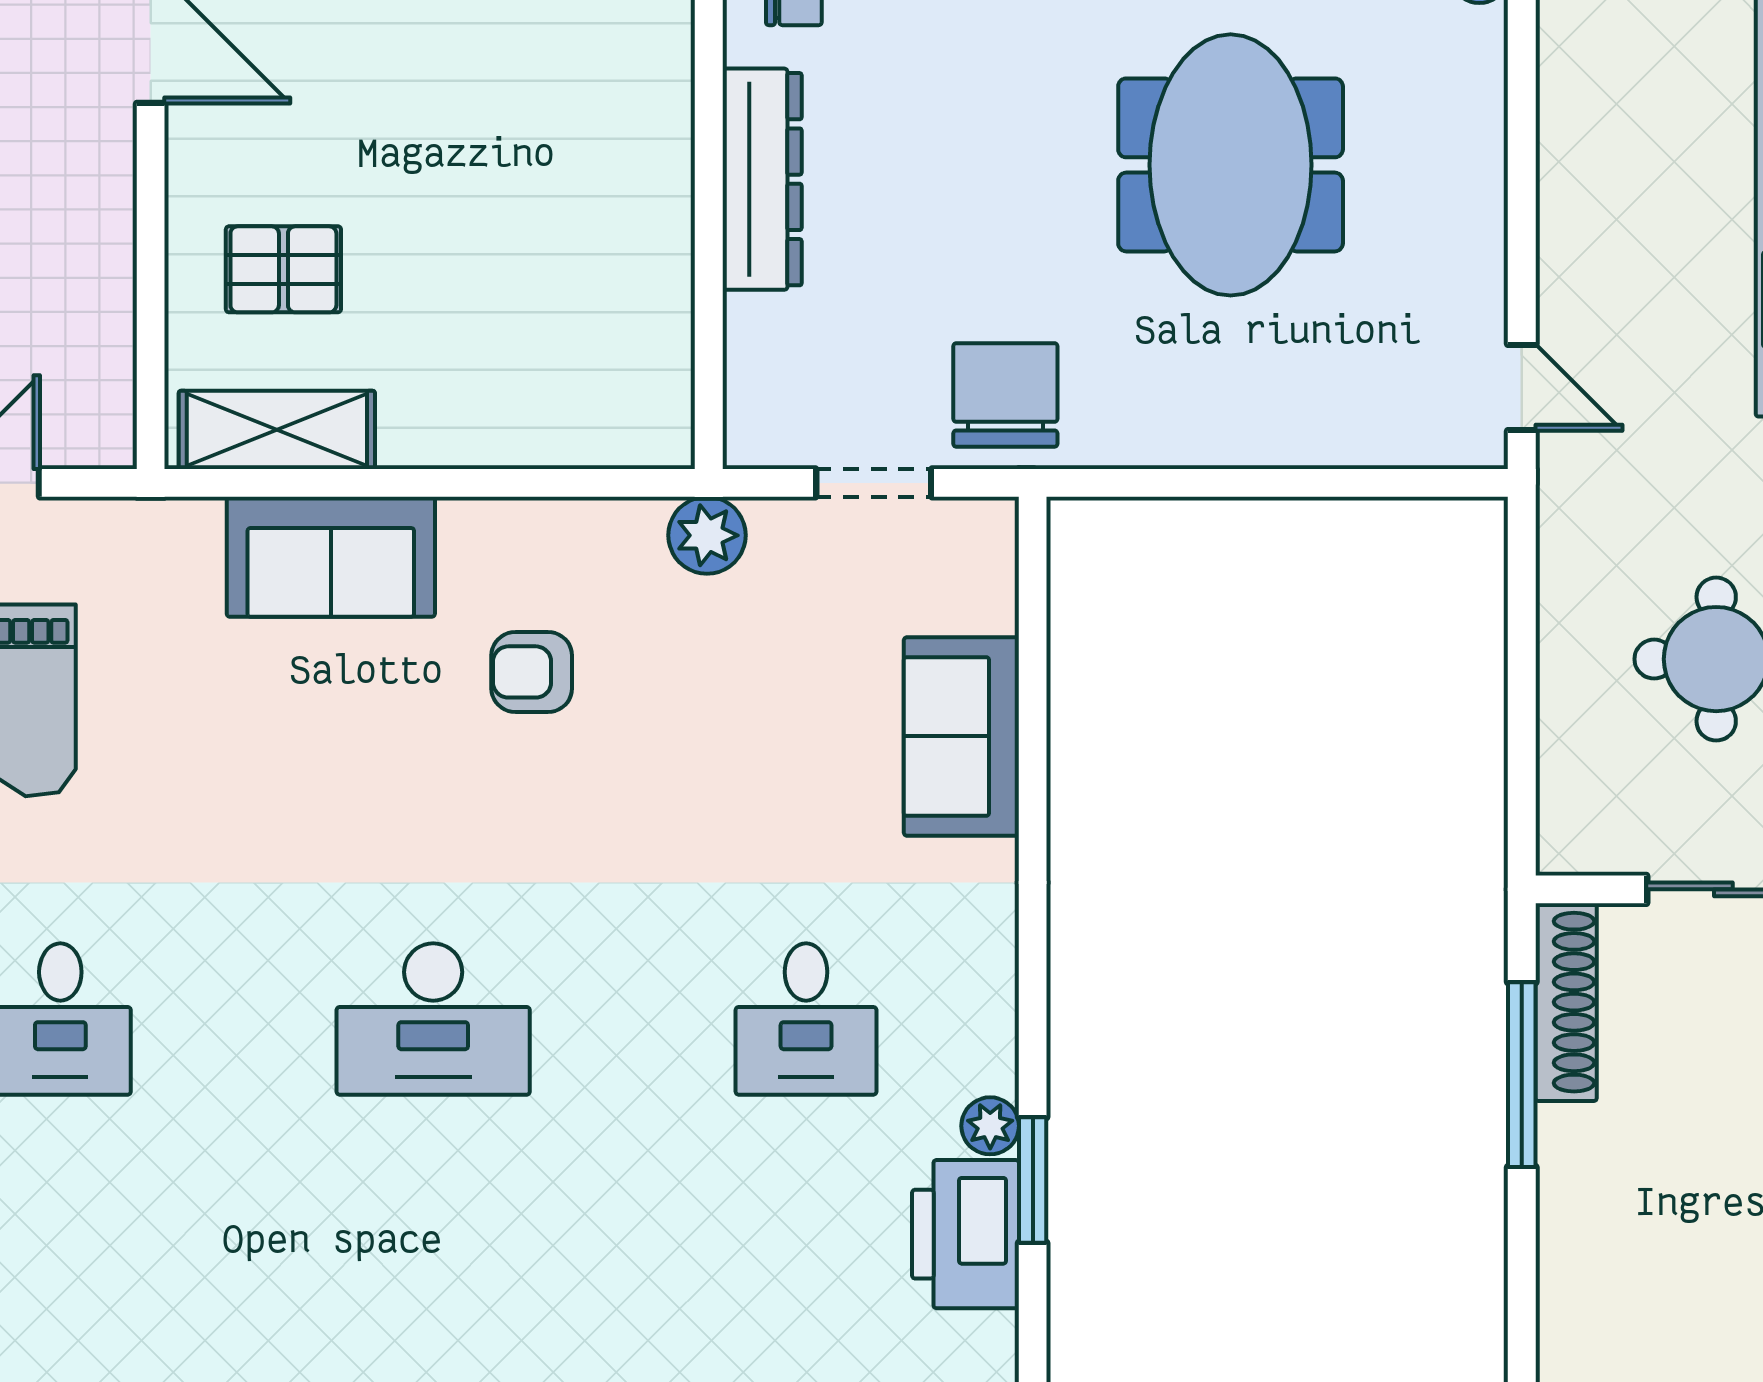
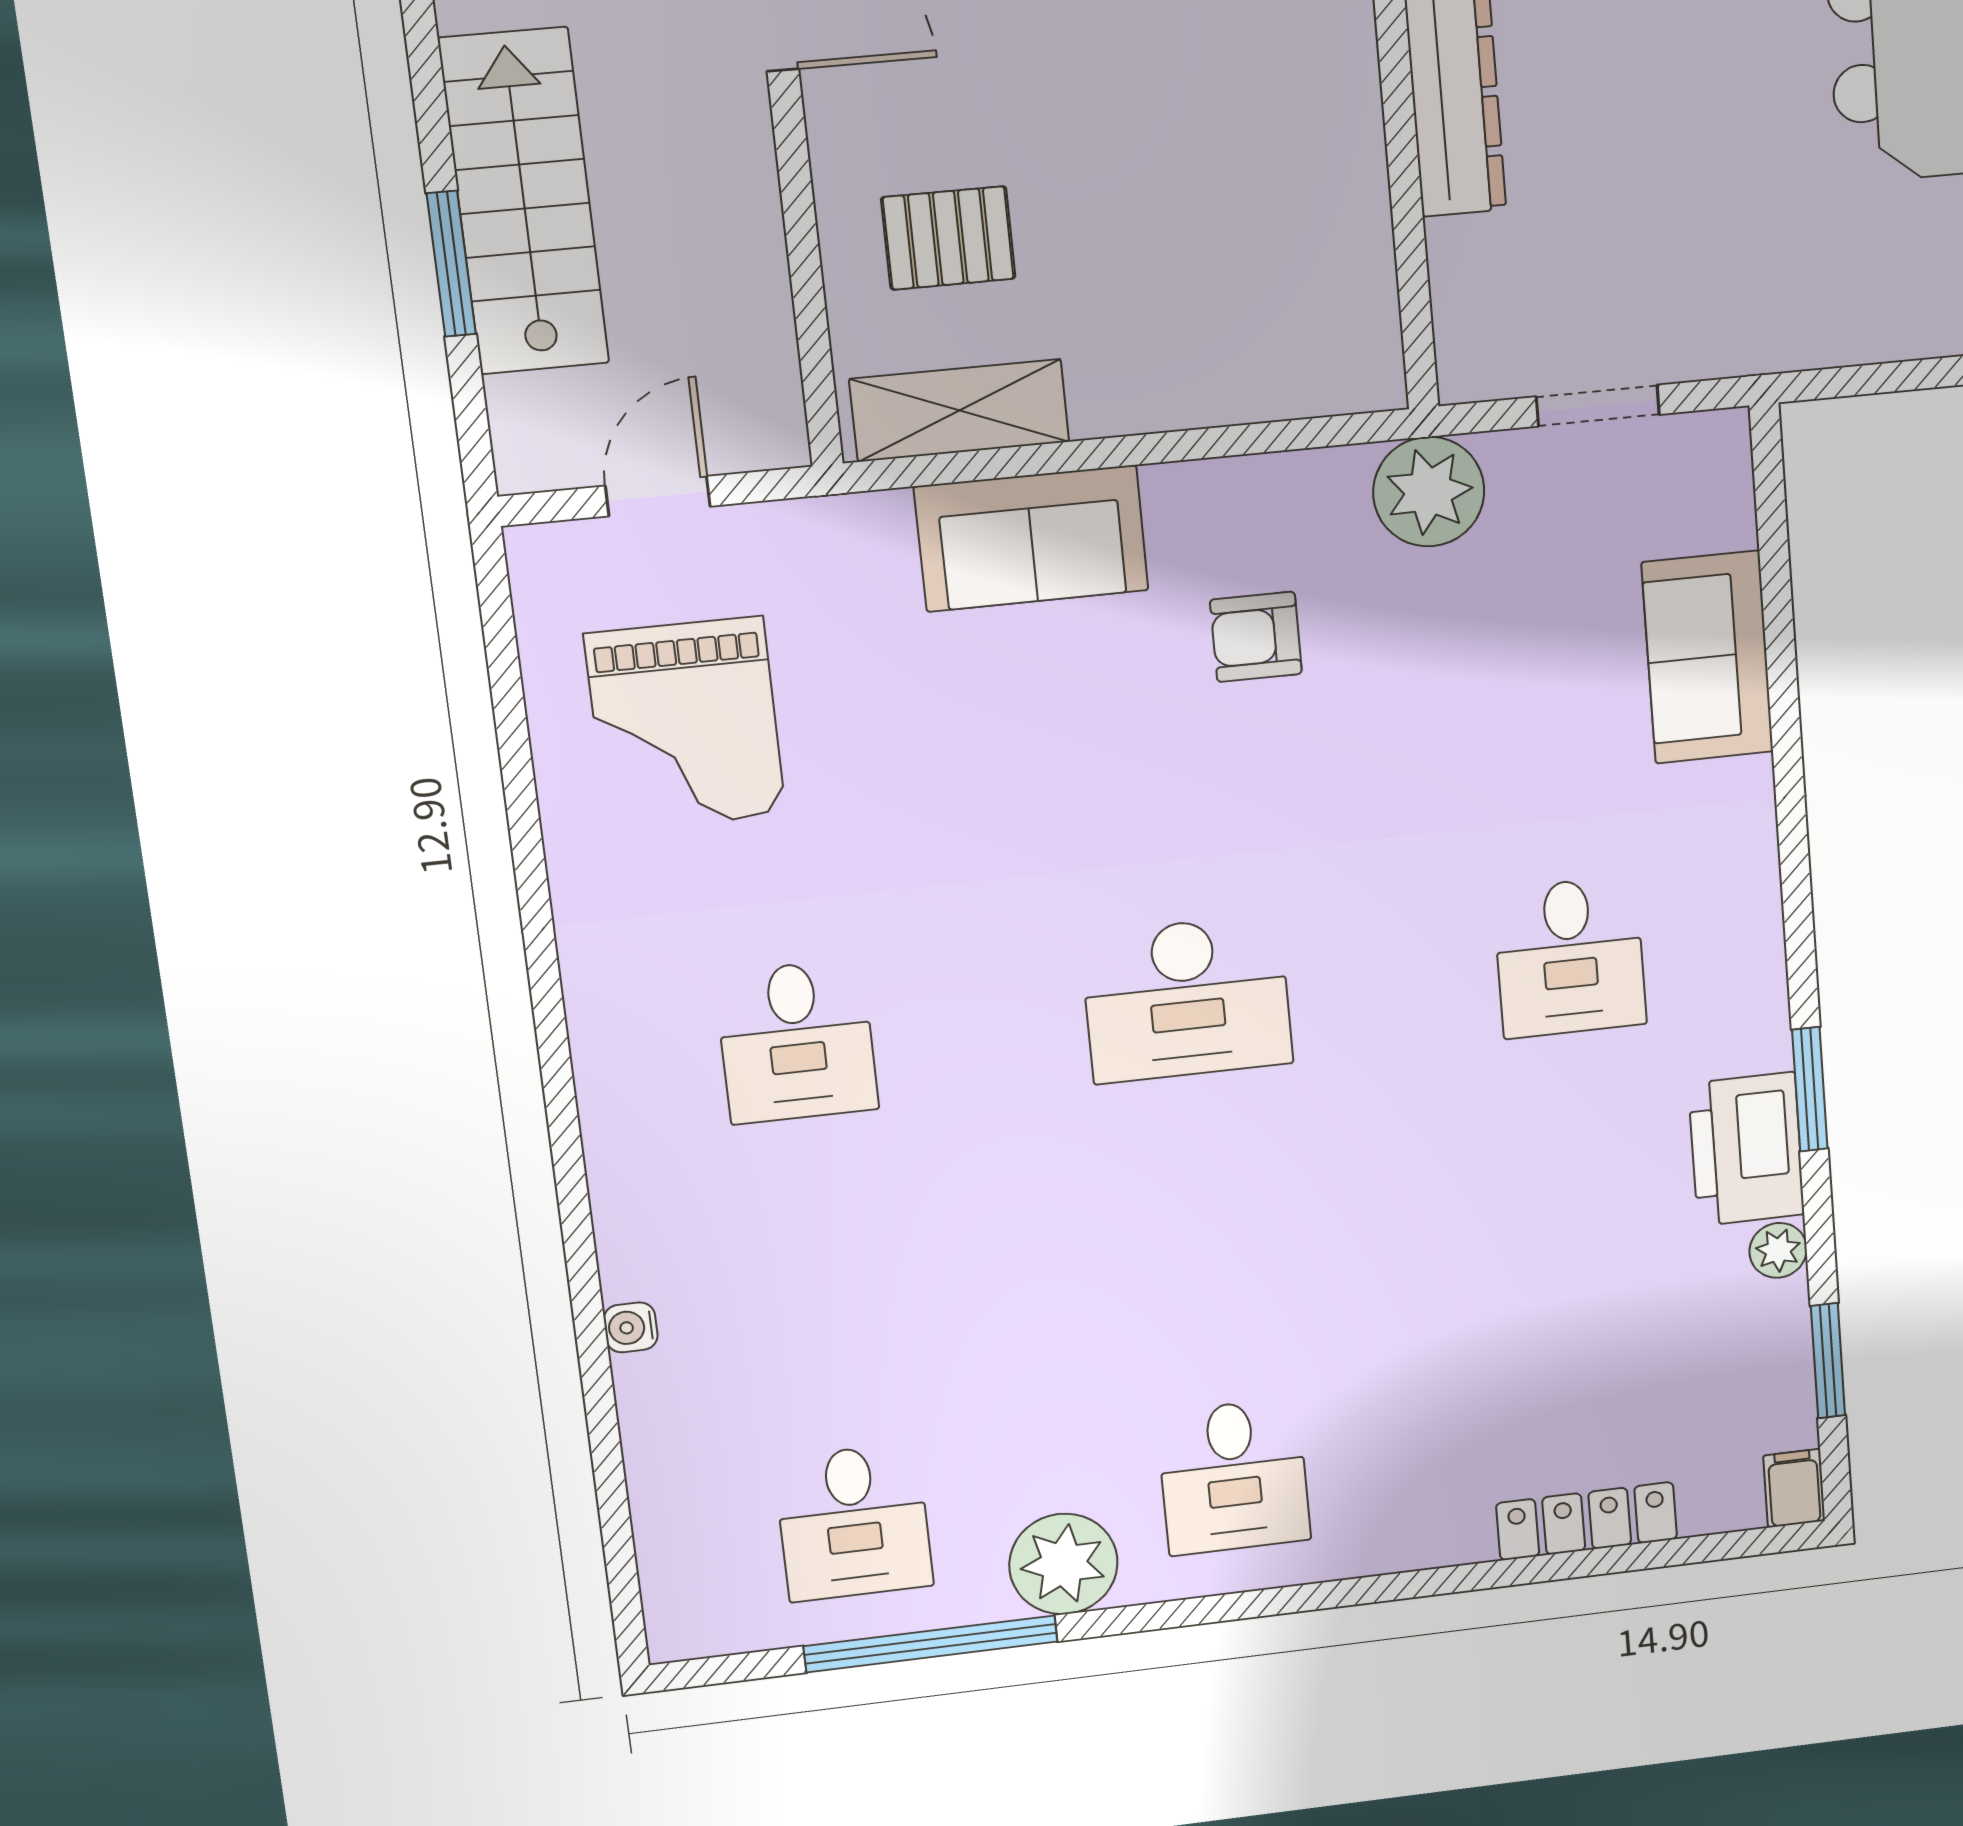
chair: (1005, 395) -> (1729, 301), removed
plant: (707, 535) -> (1429, 492), width x1.36, depth x1.36
plant: (990, 1126) -> (1778, 1250), moved

